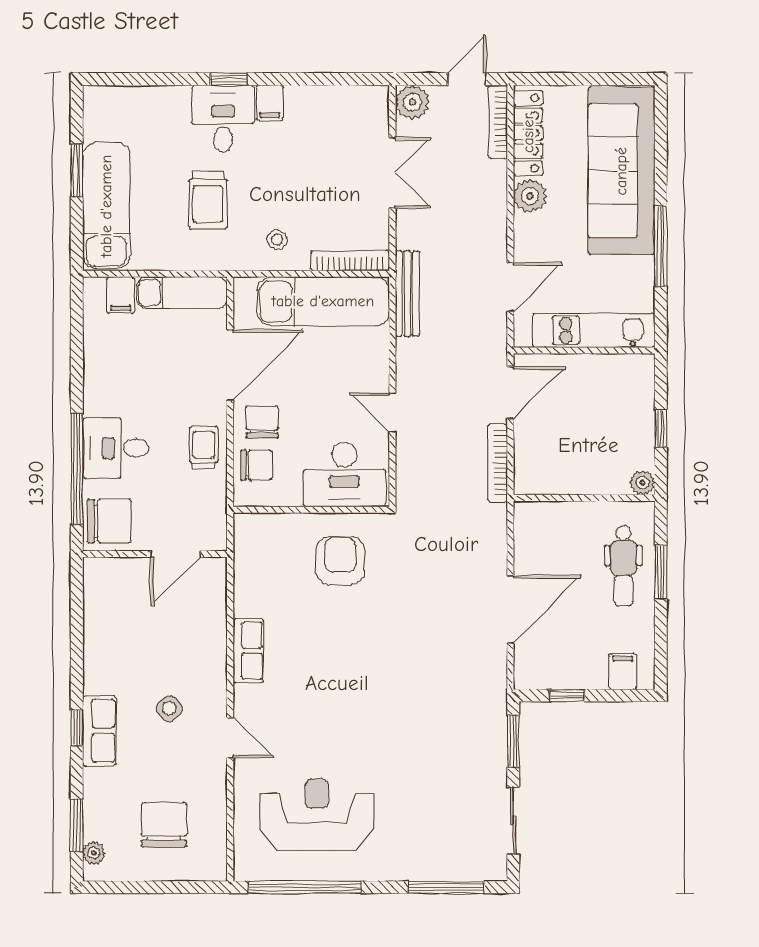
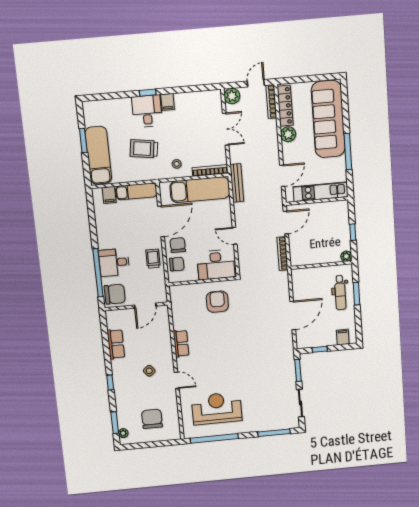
trolley: (208, 200) -> (144, 149), turned 98
row of seats: (99, 731) -> (116, 344), moved

